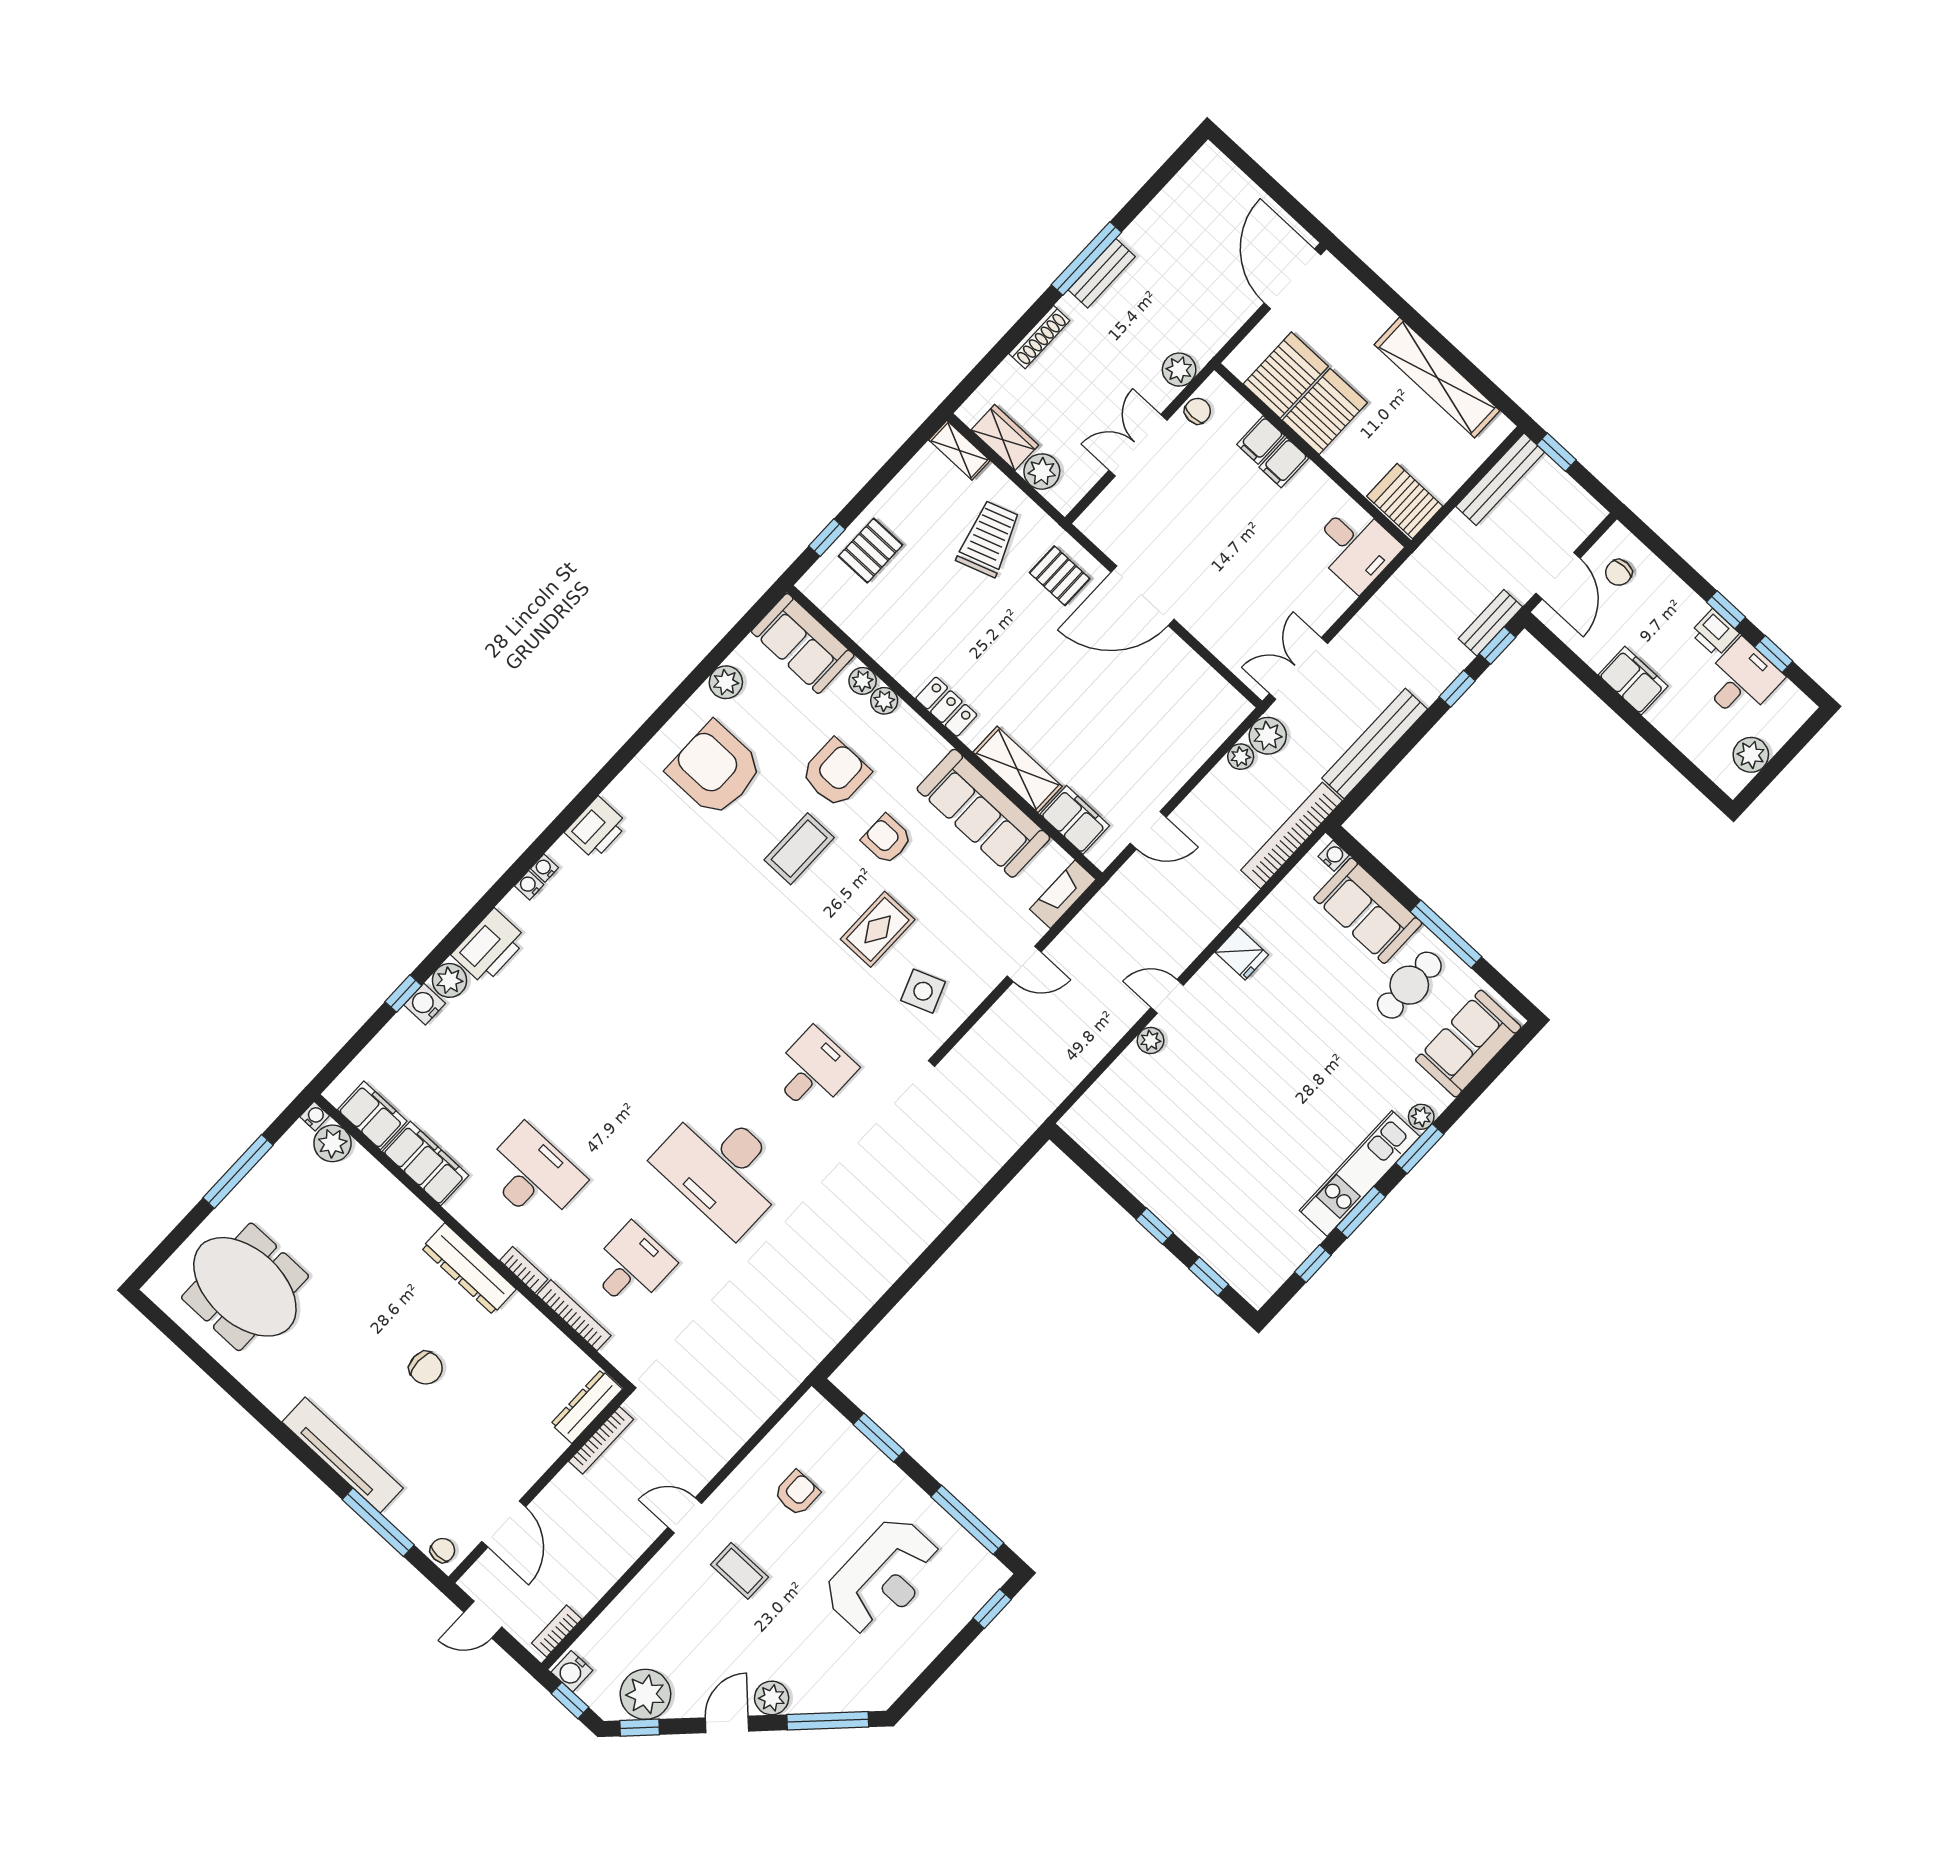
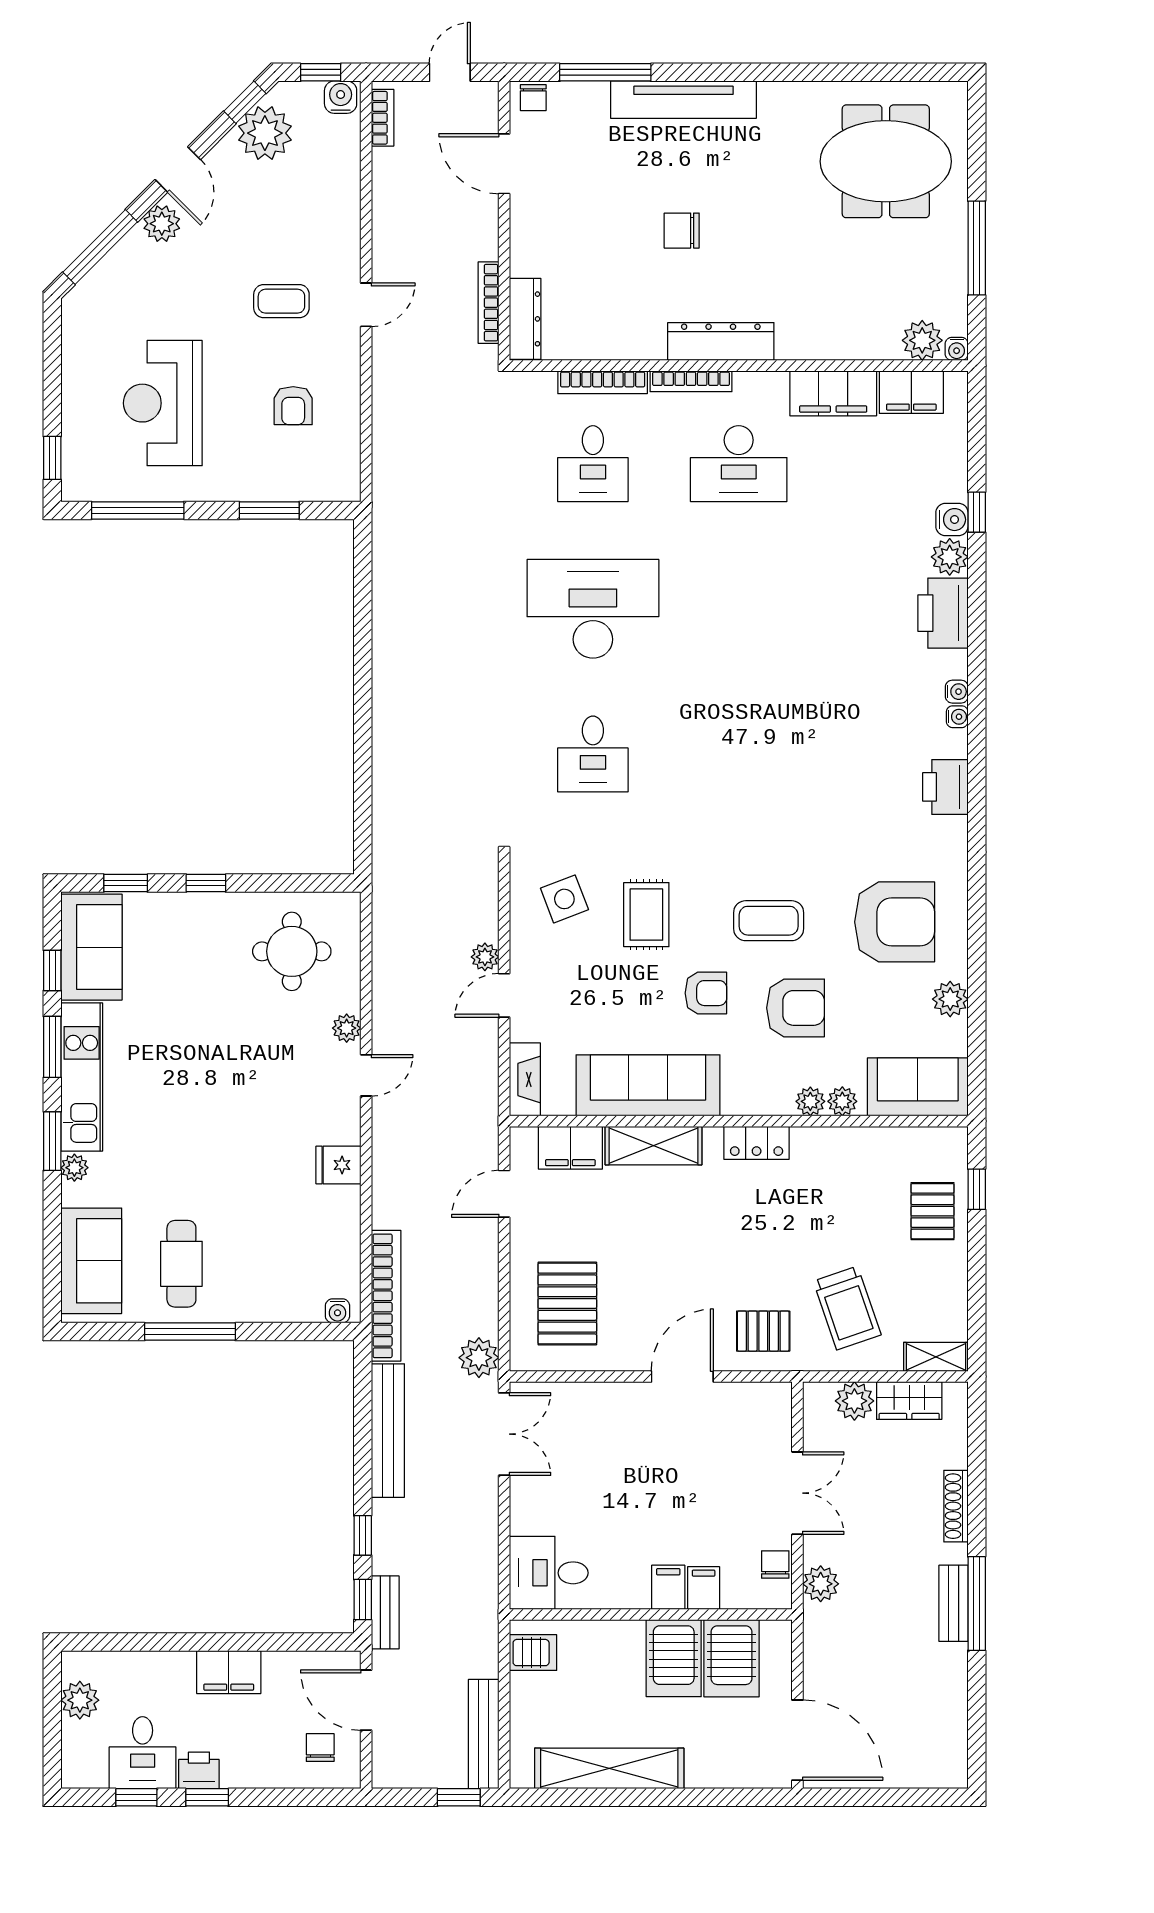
chair: (1198, 411) -> (775, 1564), turned 180
server rack: (1405, 501) -> (533, 1653), width x0.73, depth x0.70
door: (1143, 596) -> (682, 1376), width x0.73
pallet: (1174, 717) -> (567, 1304), added
plant: (1241, 757) -> (485, 957), moved
armchair: (836, 773) -> (796, 1008), turned -90
coffee table: (799, 849) -> (769, 921), turned 90
sofa: (1368, 911) -> (91, 947), moved, turned 90
round table: (1139, 1126) -> (292, 951), added
bookcase: (524, 1270) -> (691, 381), width x1.56

